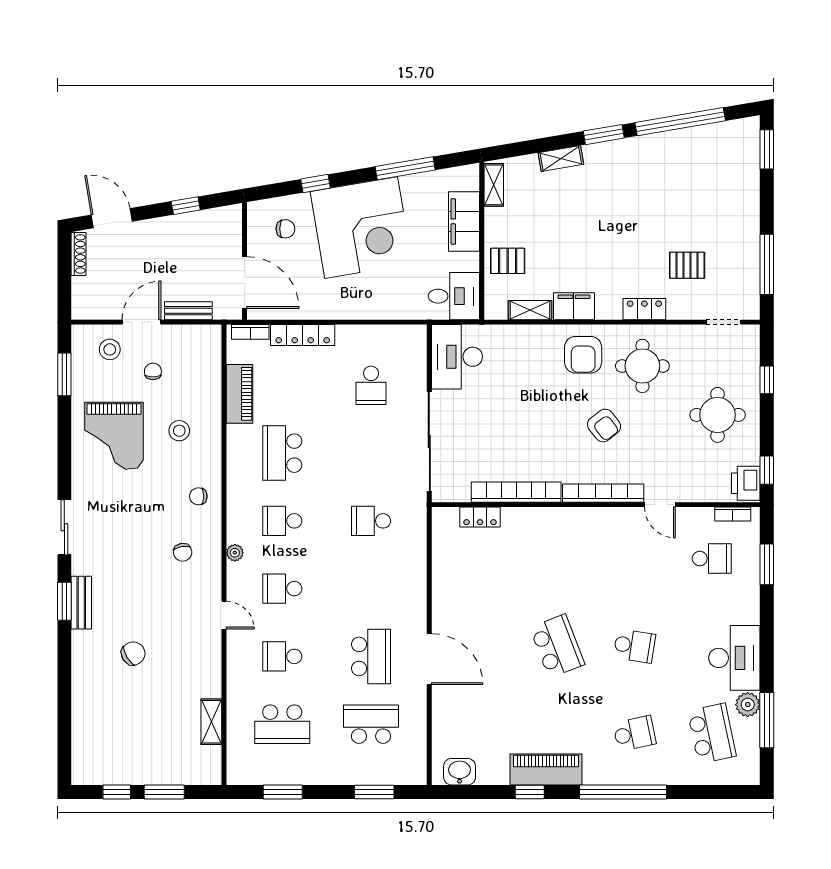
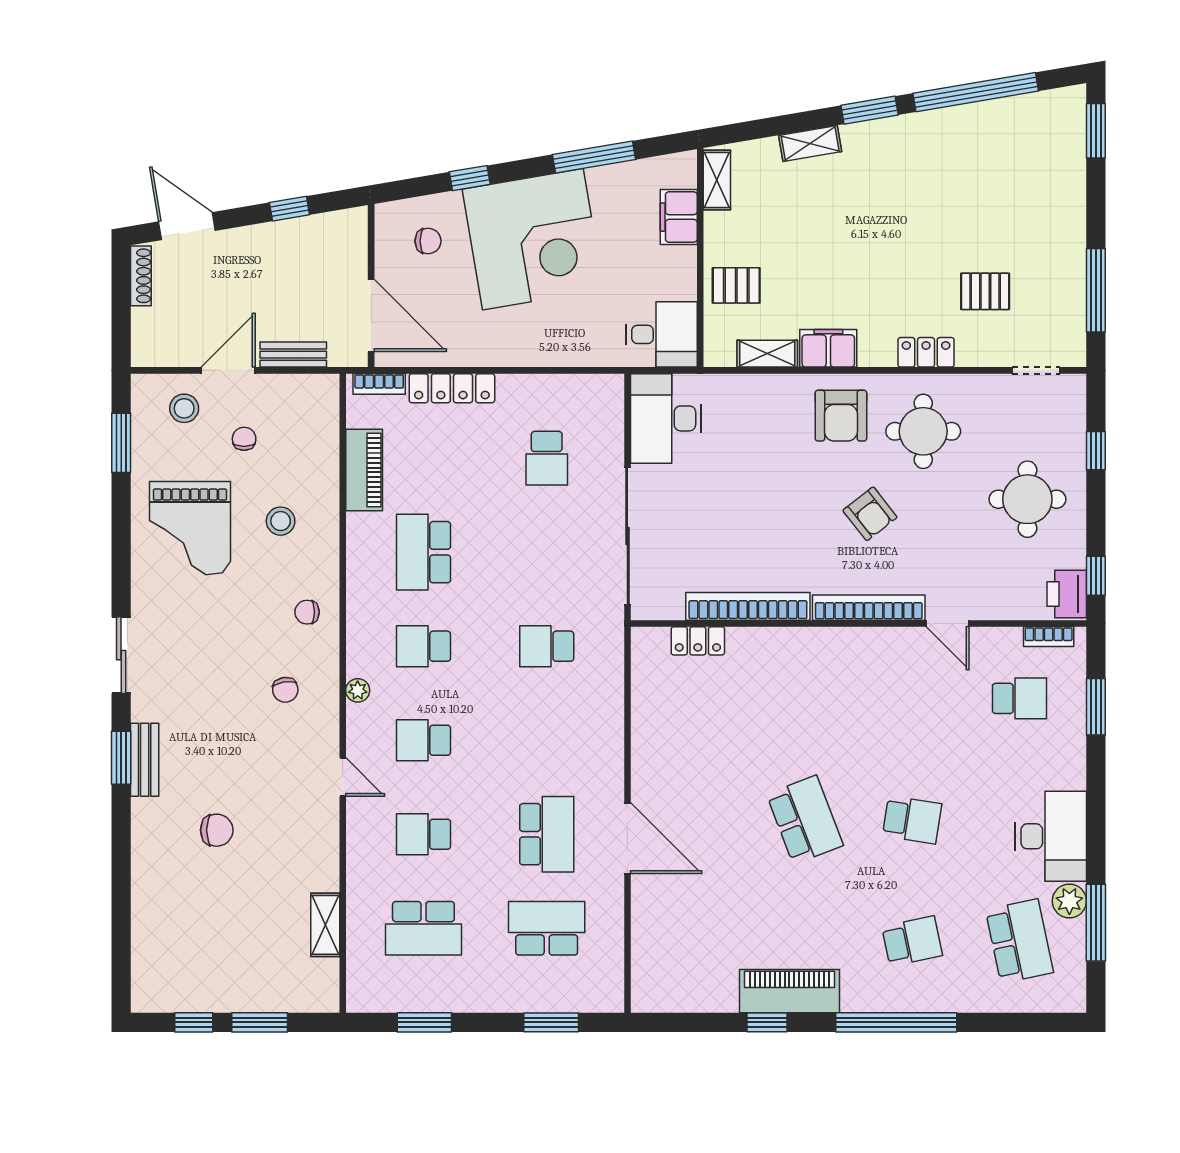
filing cabinet: (464, 221) -> (679, 217), width x0.67, depth x0.86
chair: (133, 653) -> (217, 830), turned 31
washbasin: (460, 772) -> (669, 994), removed

